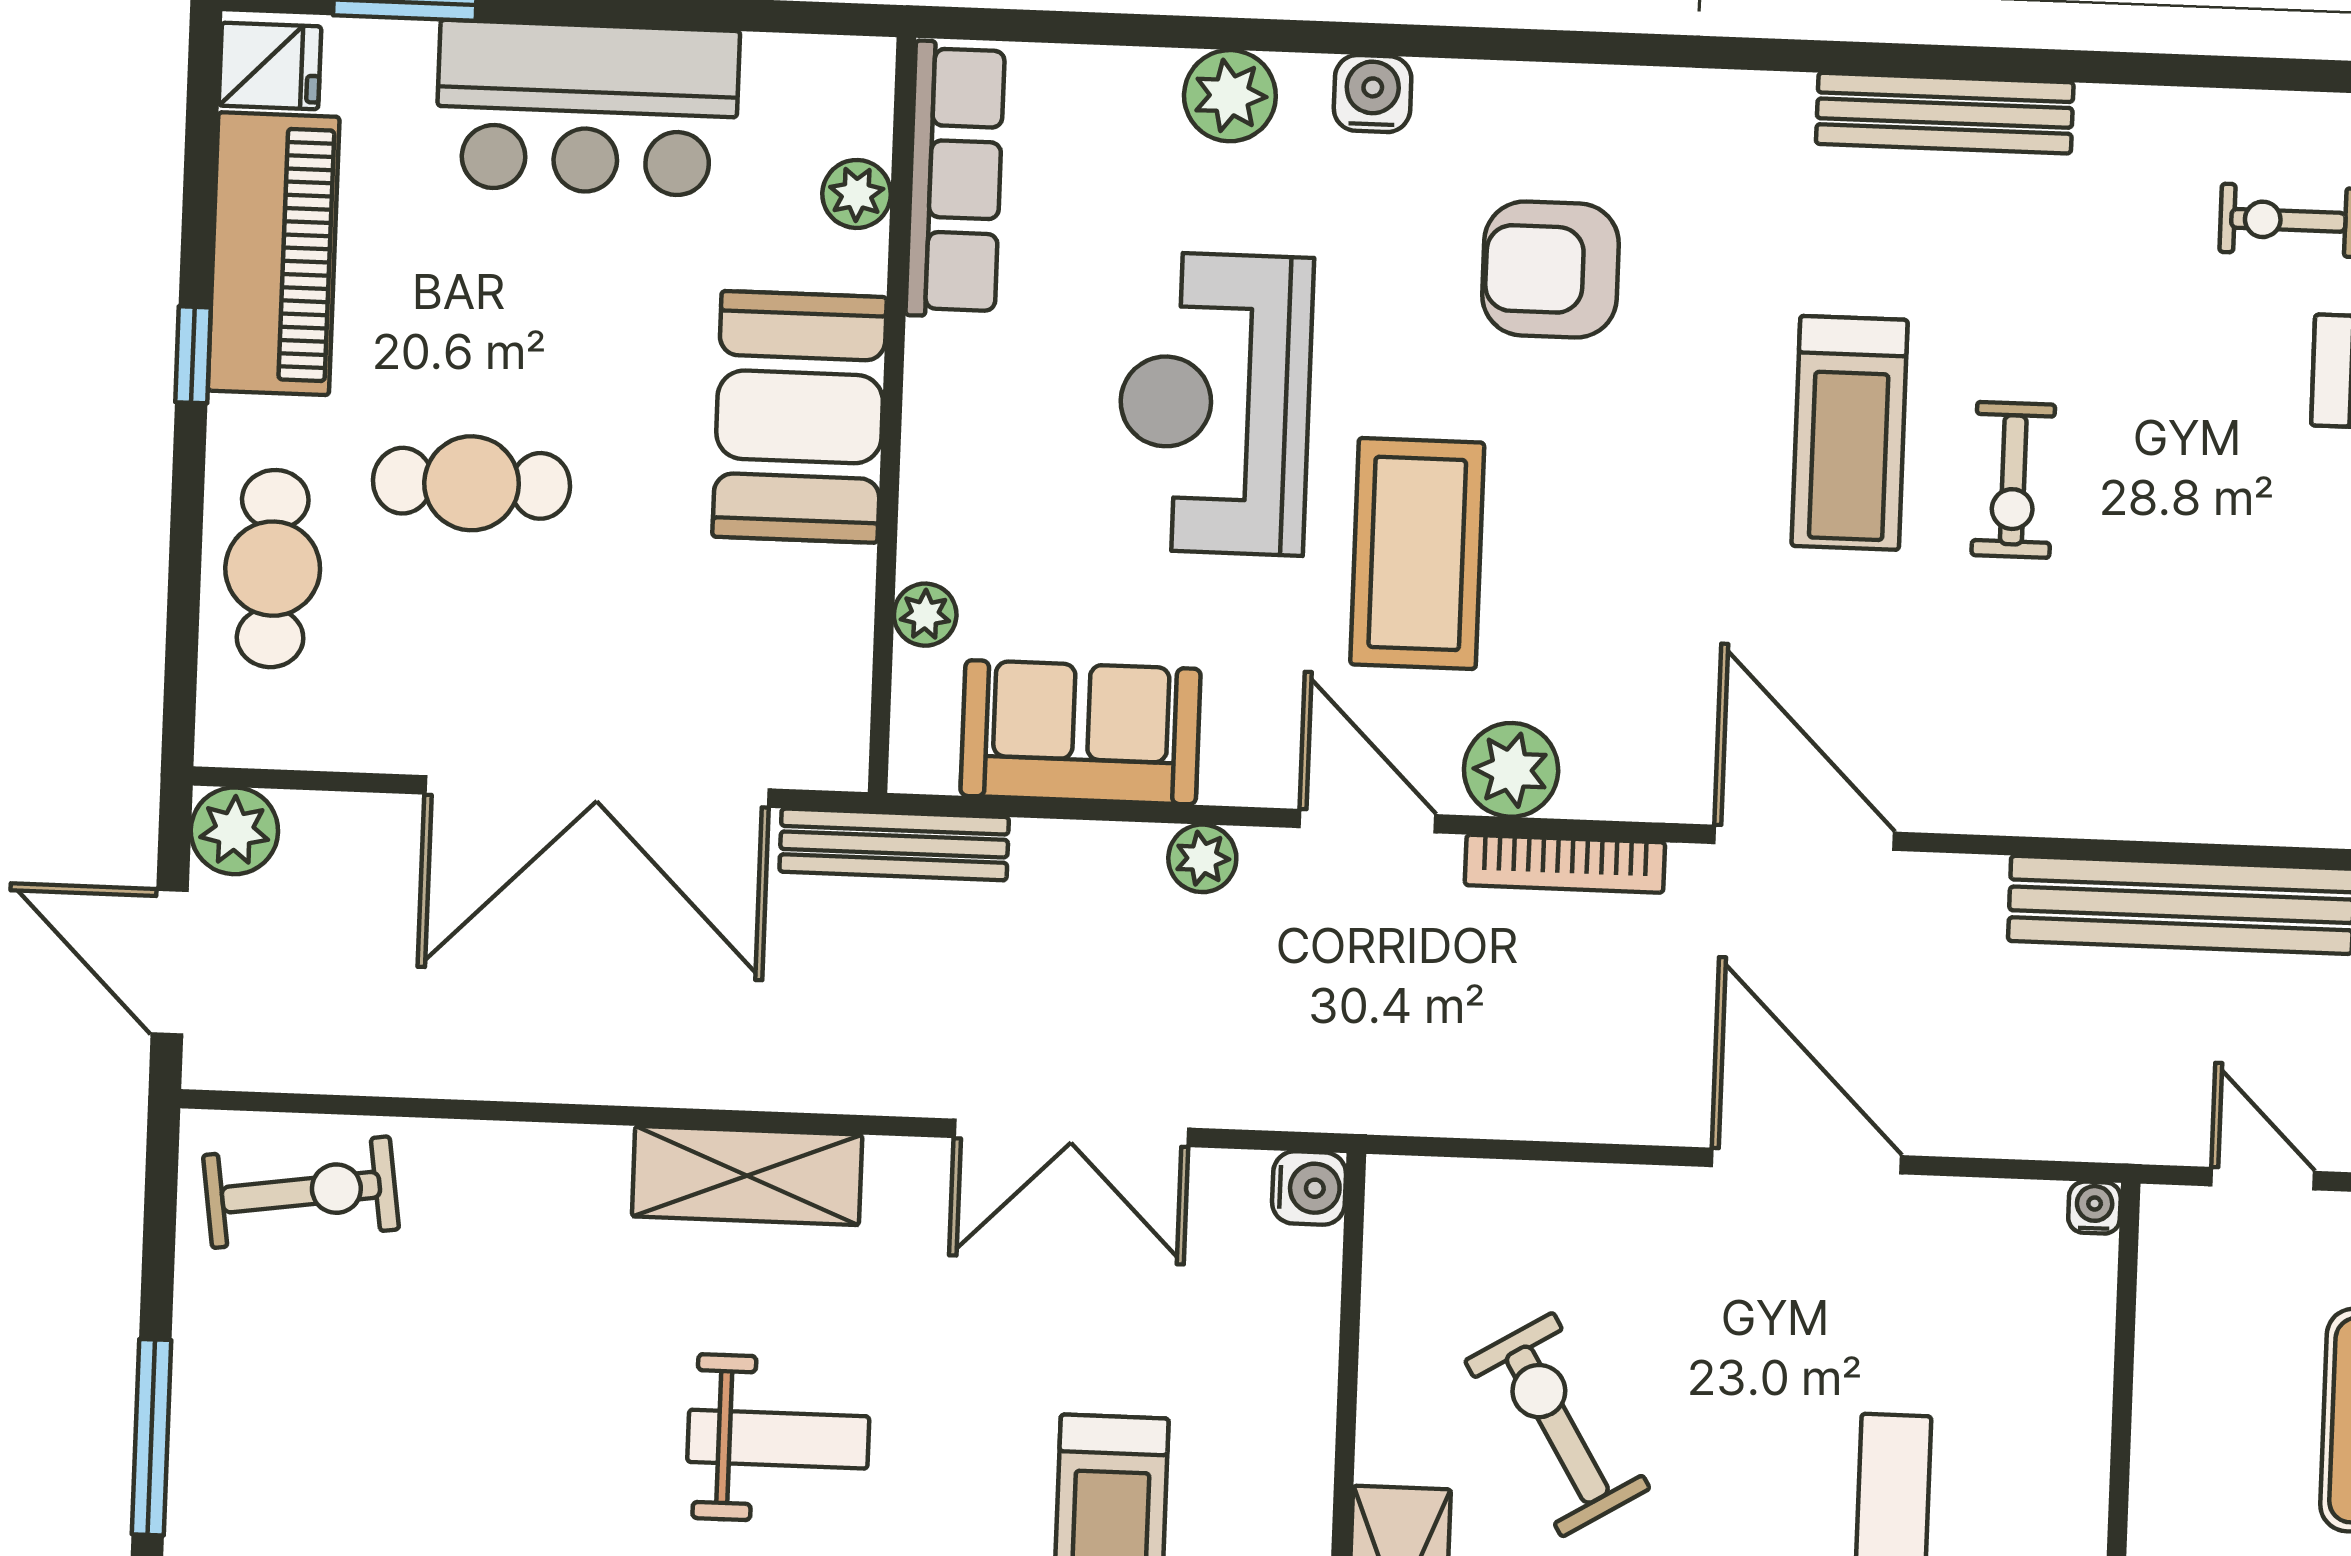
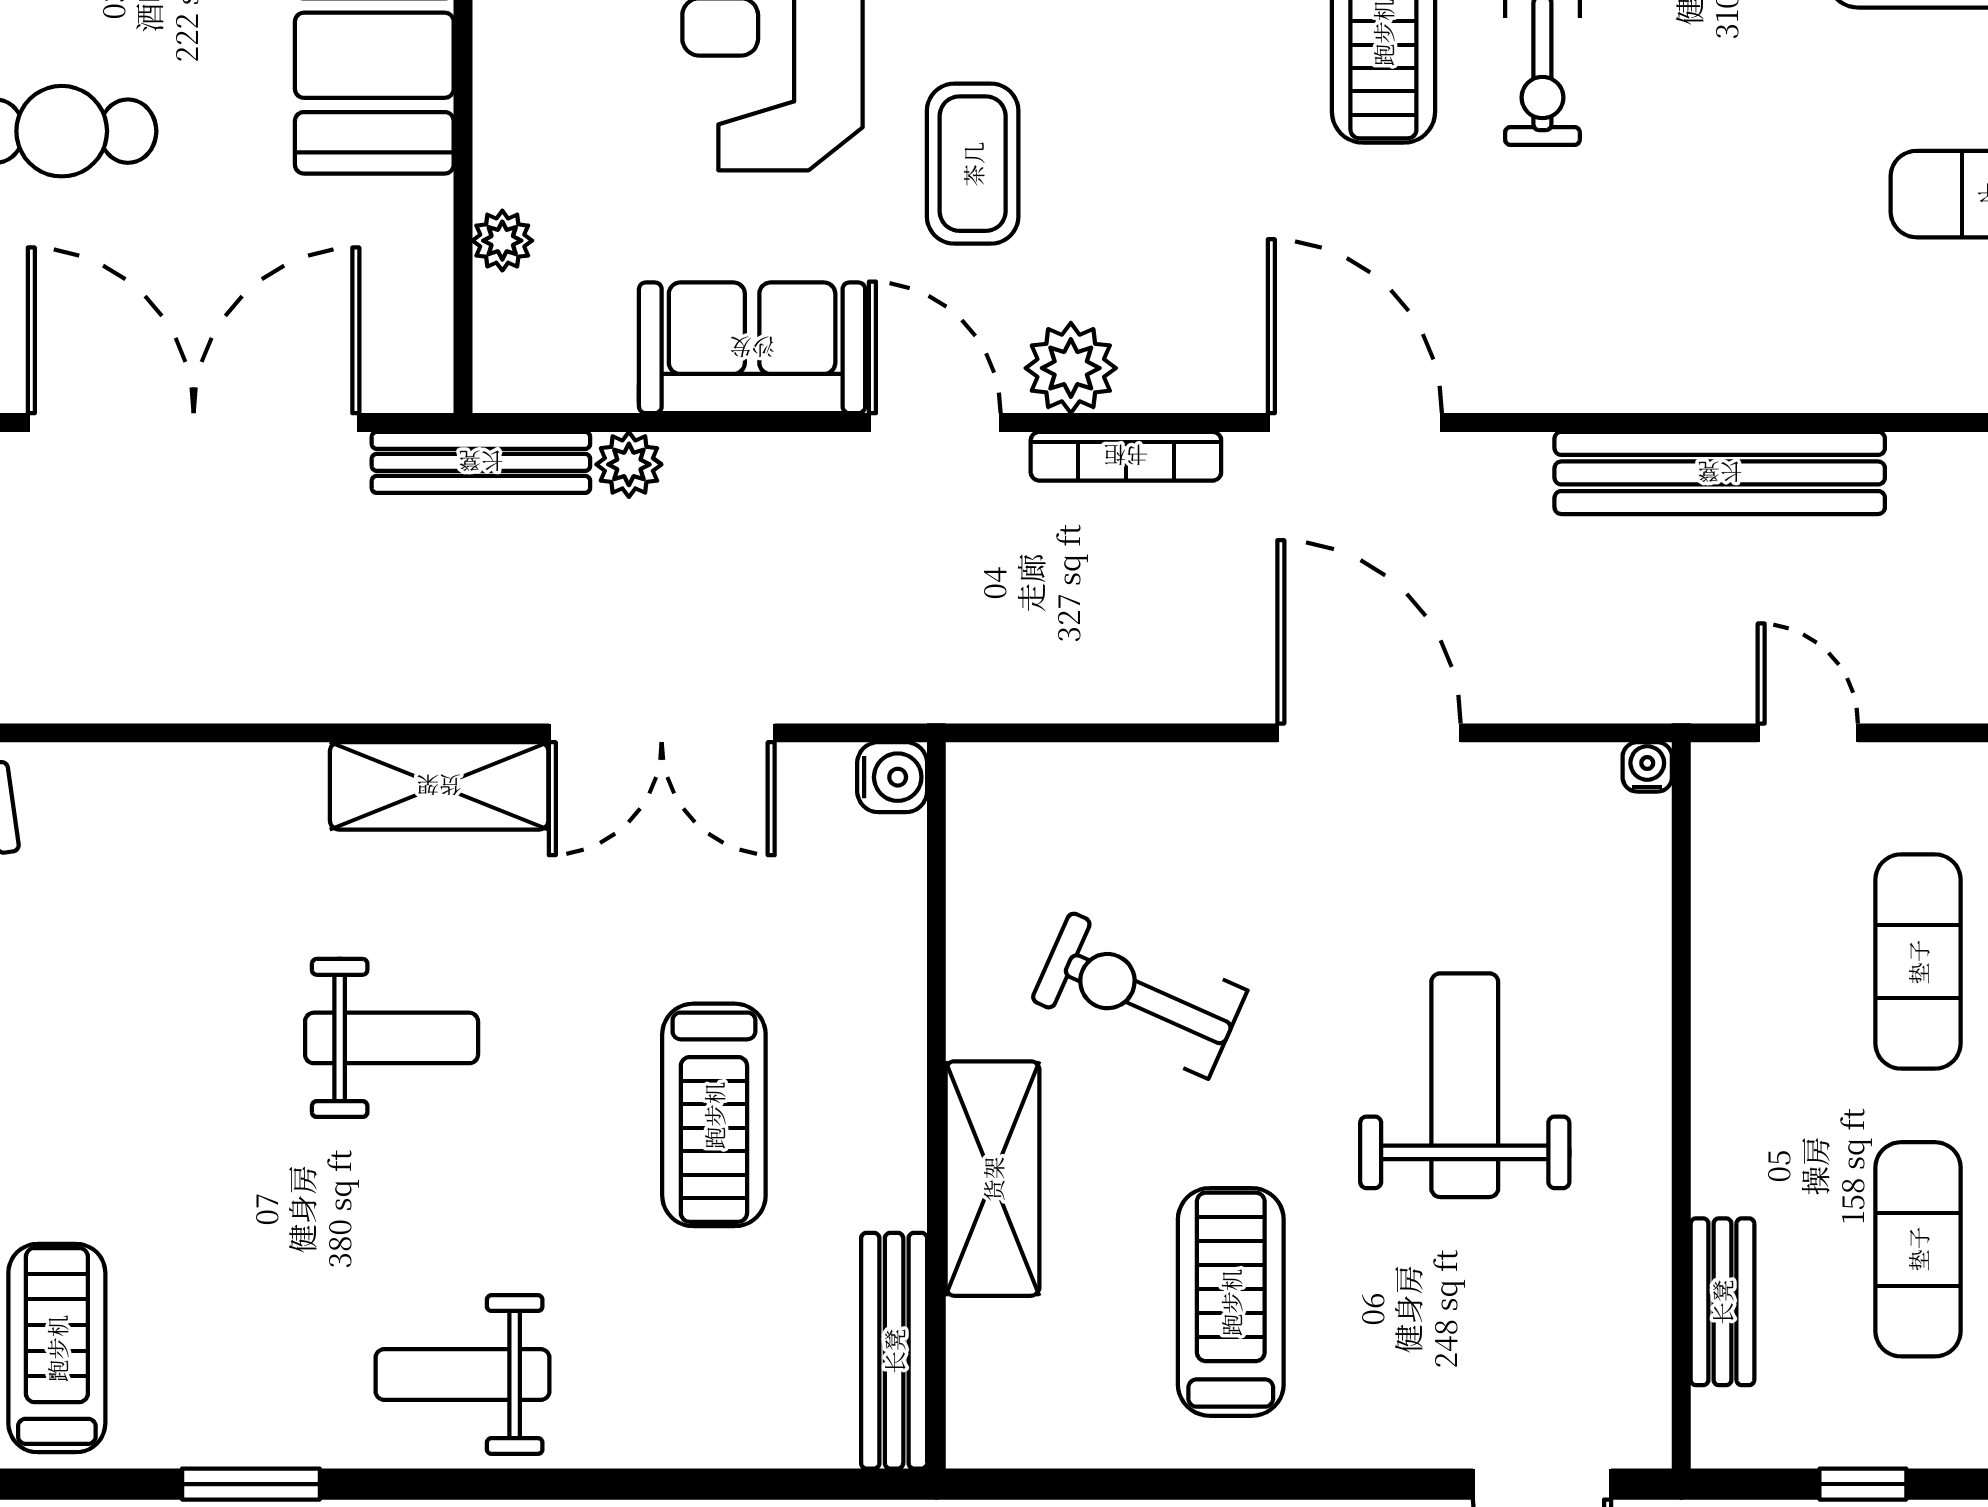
coffee table: (1417, 553) -> (973, 164), width x0.73, depth x0.76
sofa: (1081, 732) -> (752, 348), moved
double door: (597, 791) -> (194, 423), swing flipped
plant: (1202, 858) -> (629, 464), moved
shelving: (747, 1176) -> (439, 786), moved
exercise bike: (1557, 1425) -> (1139, 995), turned -35

